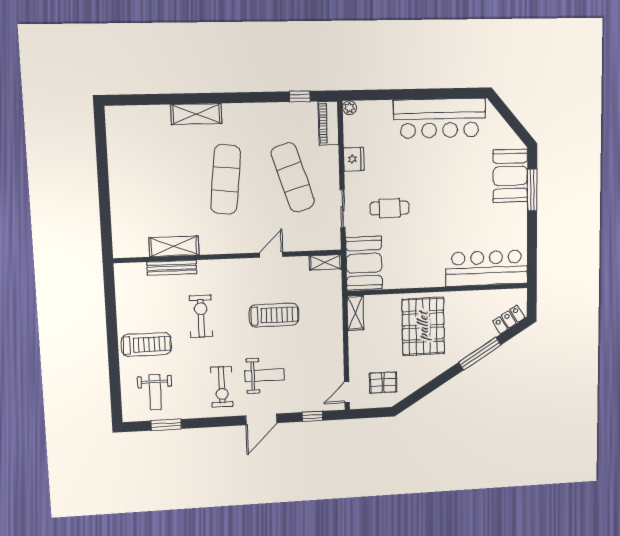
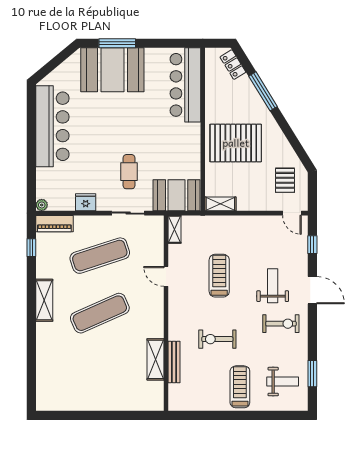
shelving: (196, 114) -> (44, 300), moved
booth: (510, 176) -> (112, 70), width x1.36, depth x1.42
exercise mat: (226, 179) -> (100, 313), turned -30

